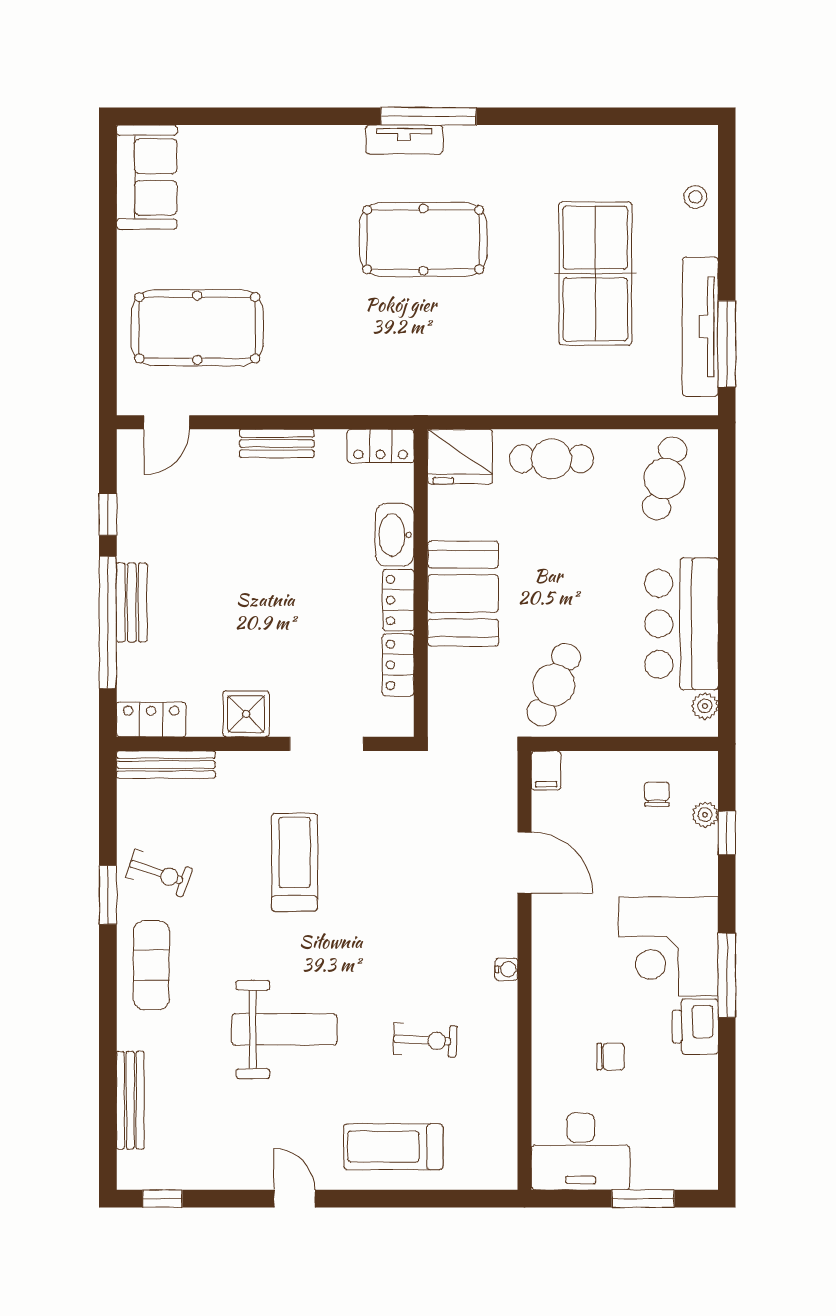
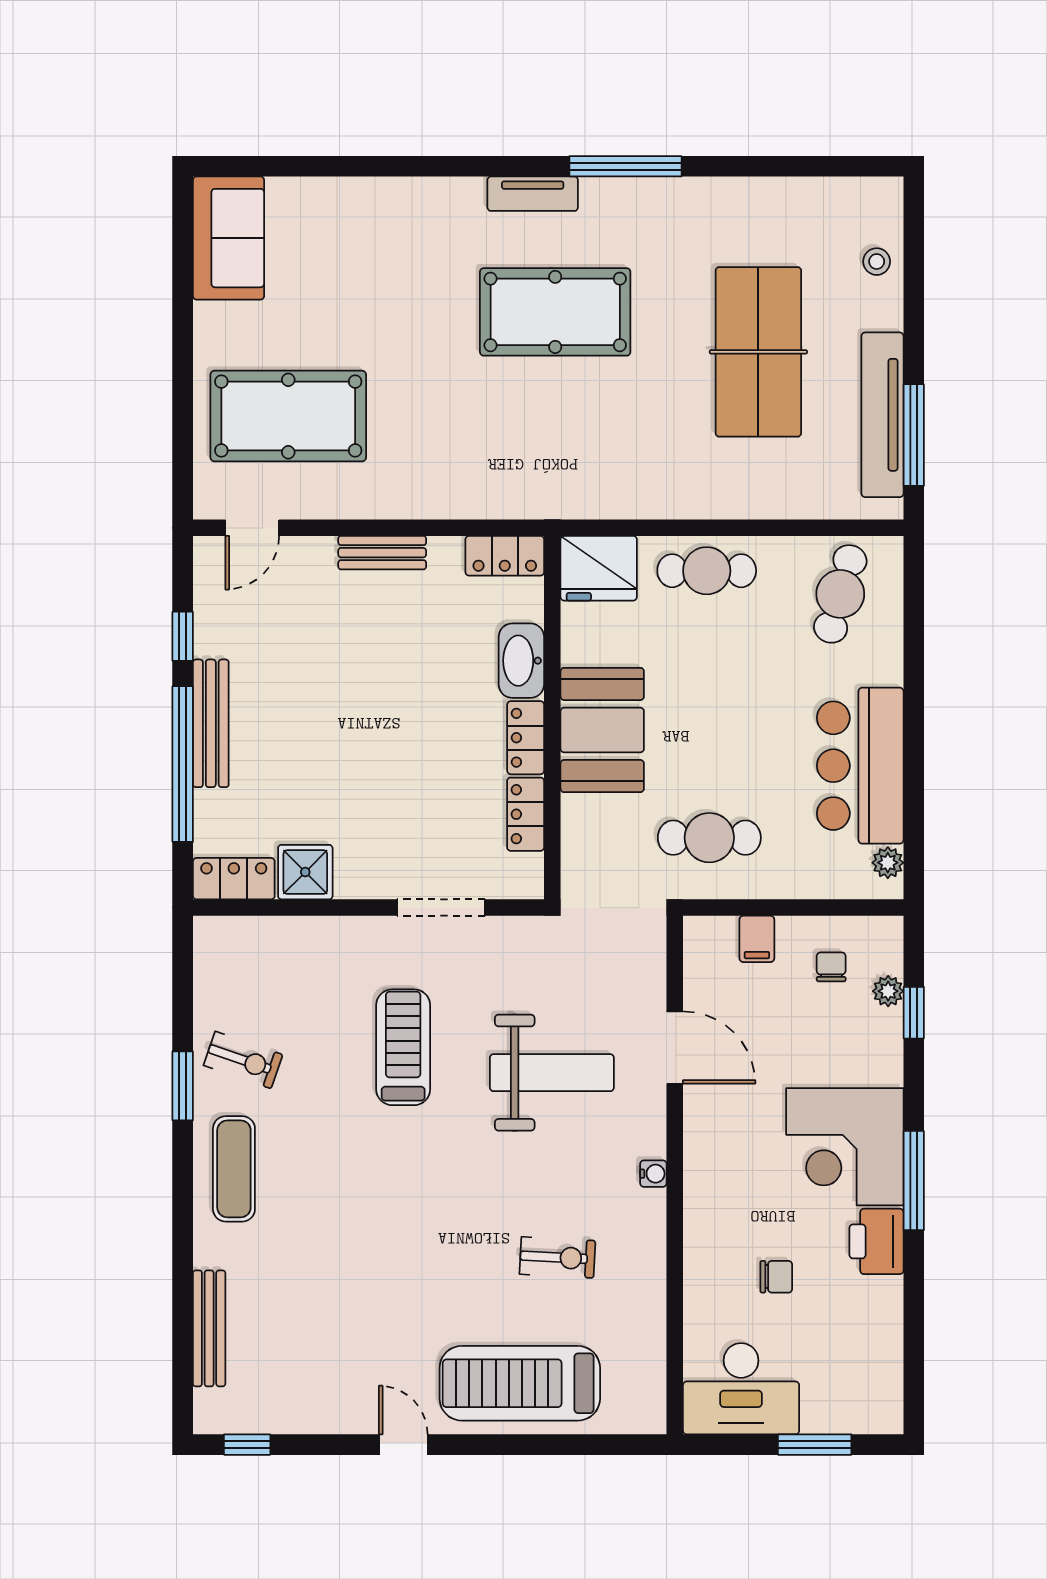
window: (428, 116) -> (625, 166), moved
bench: (132, 602) -> (211, 723), width x1.36
cafe table: (554, 685) -> (709, 838), turned 66
shower: (246, 714) -> (305, 872), moved
bench: (166, 765) -> (251, 932), removed
filing cabinet: (546, 770) -> (757, 939), moved
weight bench: (284, 1029) -> (552, 1073), moved
treadmill: (393, 1147) -> (520, 1383), width x1.37, depth x1.38

